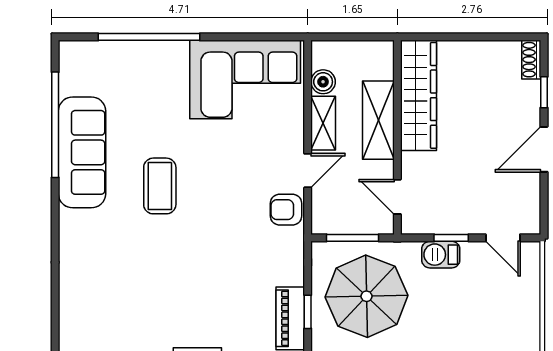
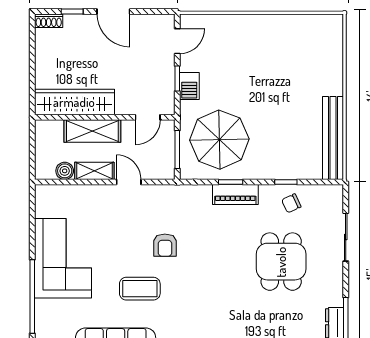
corner sofa: (245, 80) -> (63, 258), moved
armchair: (286, 210) -> (165, 245), moved

